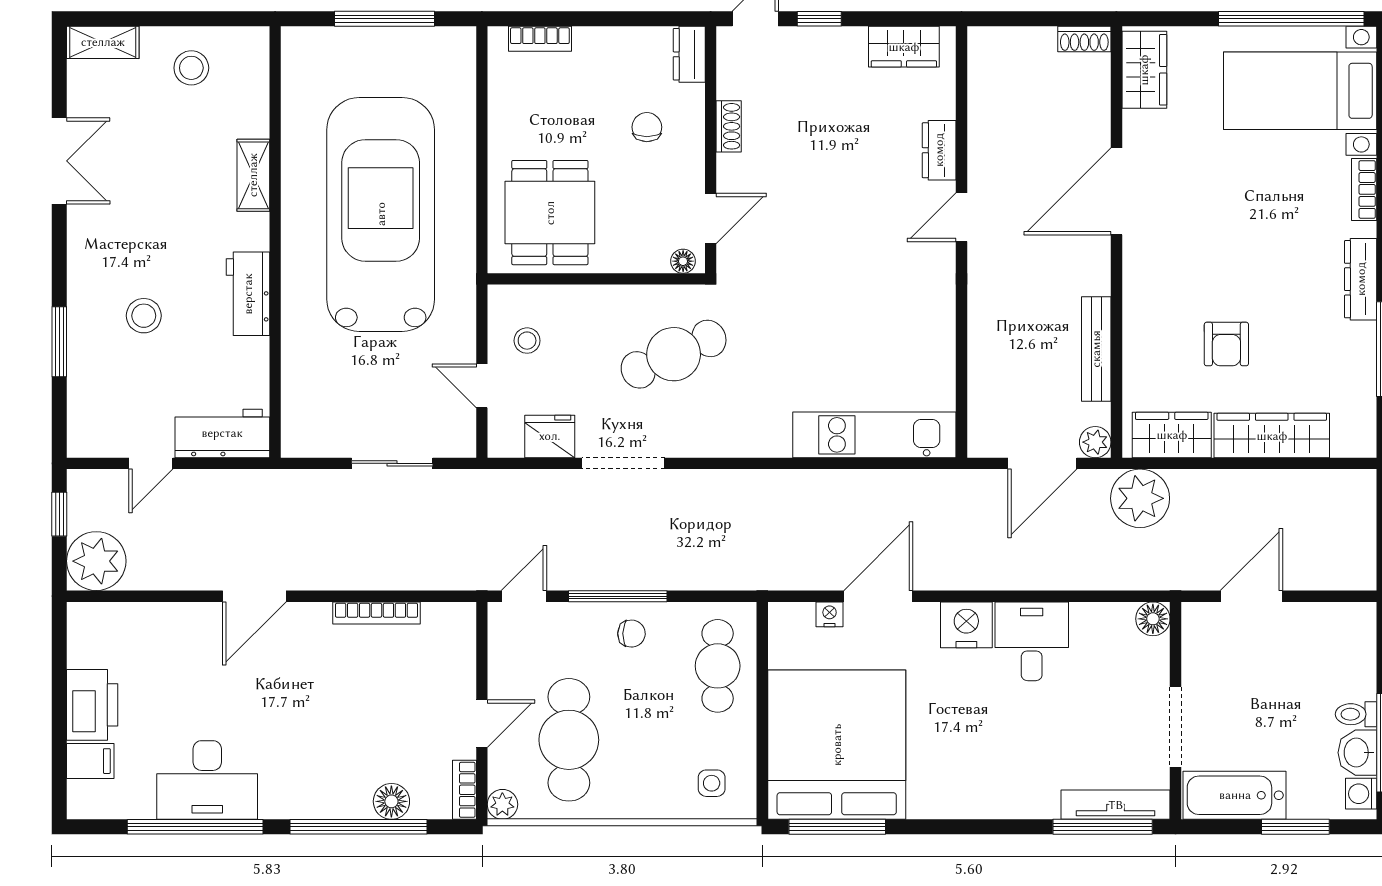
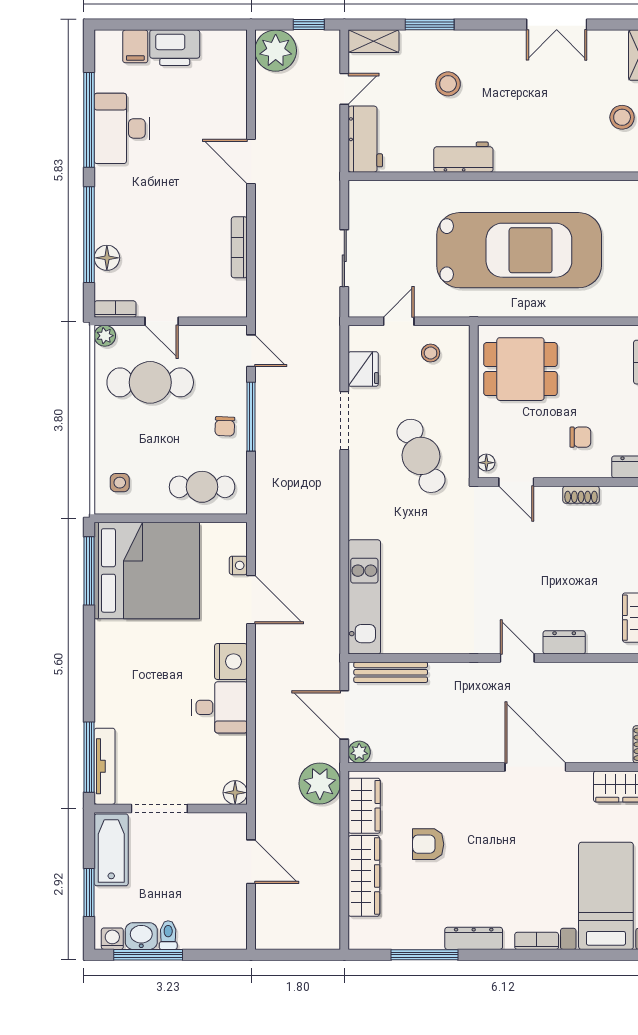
shelving: (253, 175) -> (374, 41), moved
bench: (1096, 349) -> (391, 672), moved
door: (151, 463) -> (344, 89), swing flipped

